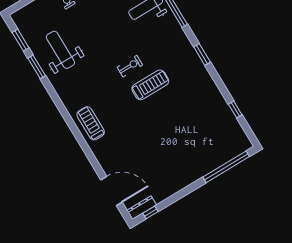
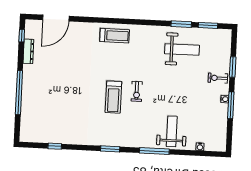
window: (226, 167) -> (19, 93), moved
dresser: (142, 208) -> (28, 51), moved

